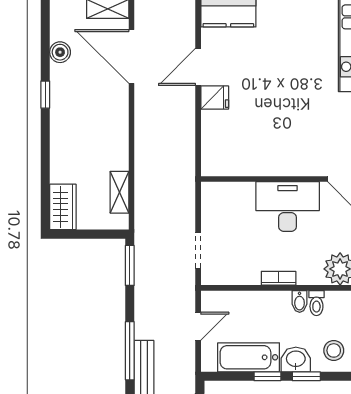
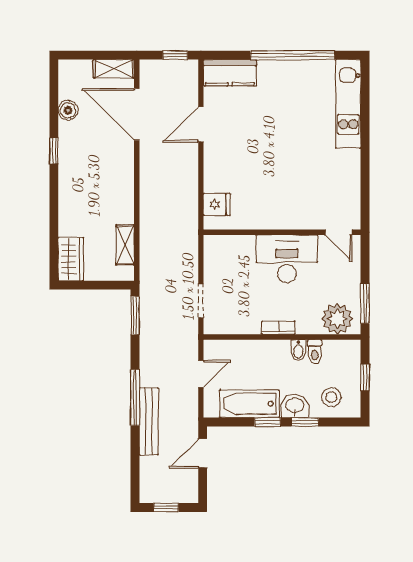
fridge: (215, 98) -> (217, 204), moved

